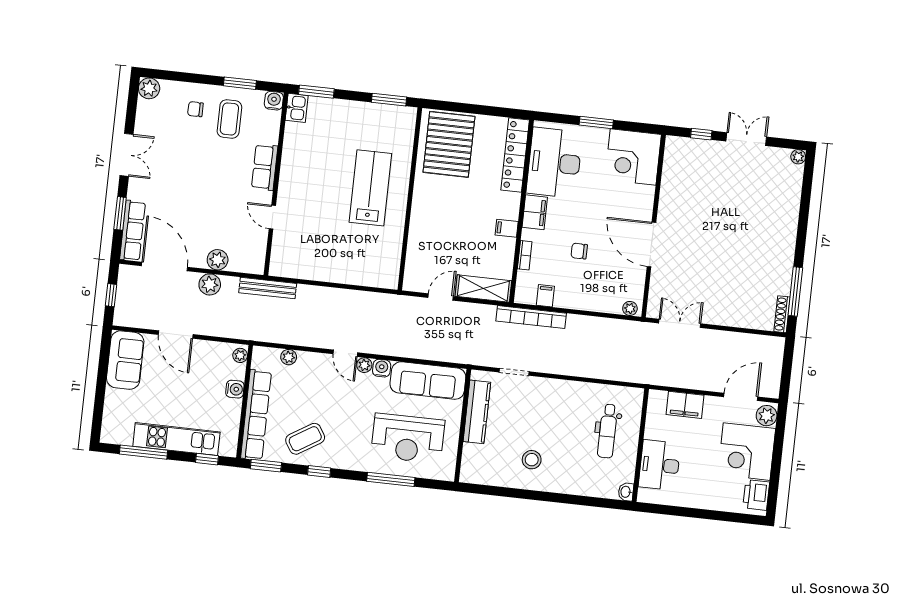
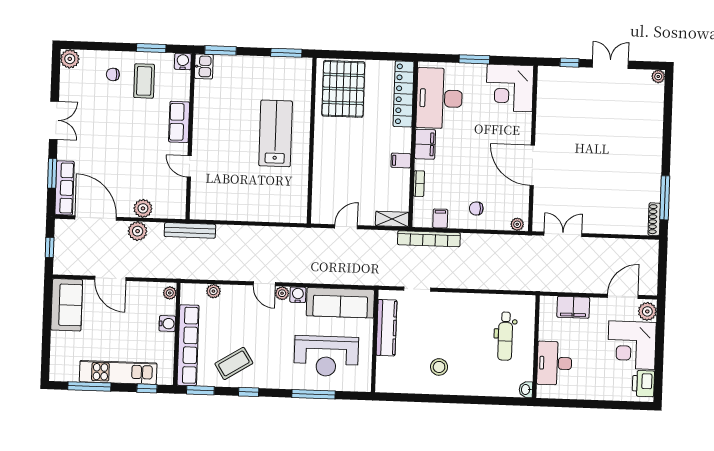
chair: (579, 251) -> (476, 208), moved
shelving: (483, 288) -> (392, 219), width x0.67, depth x0.75

